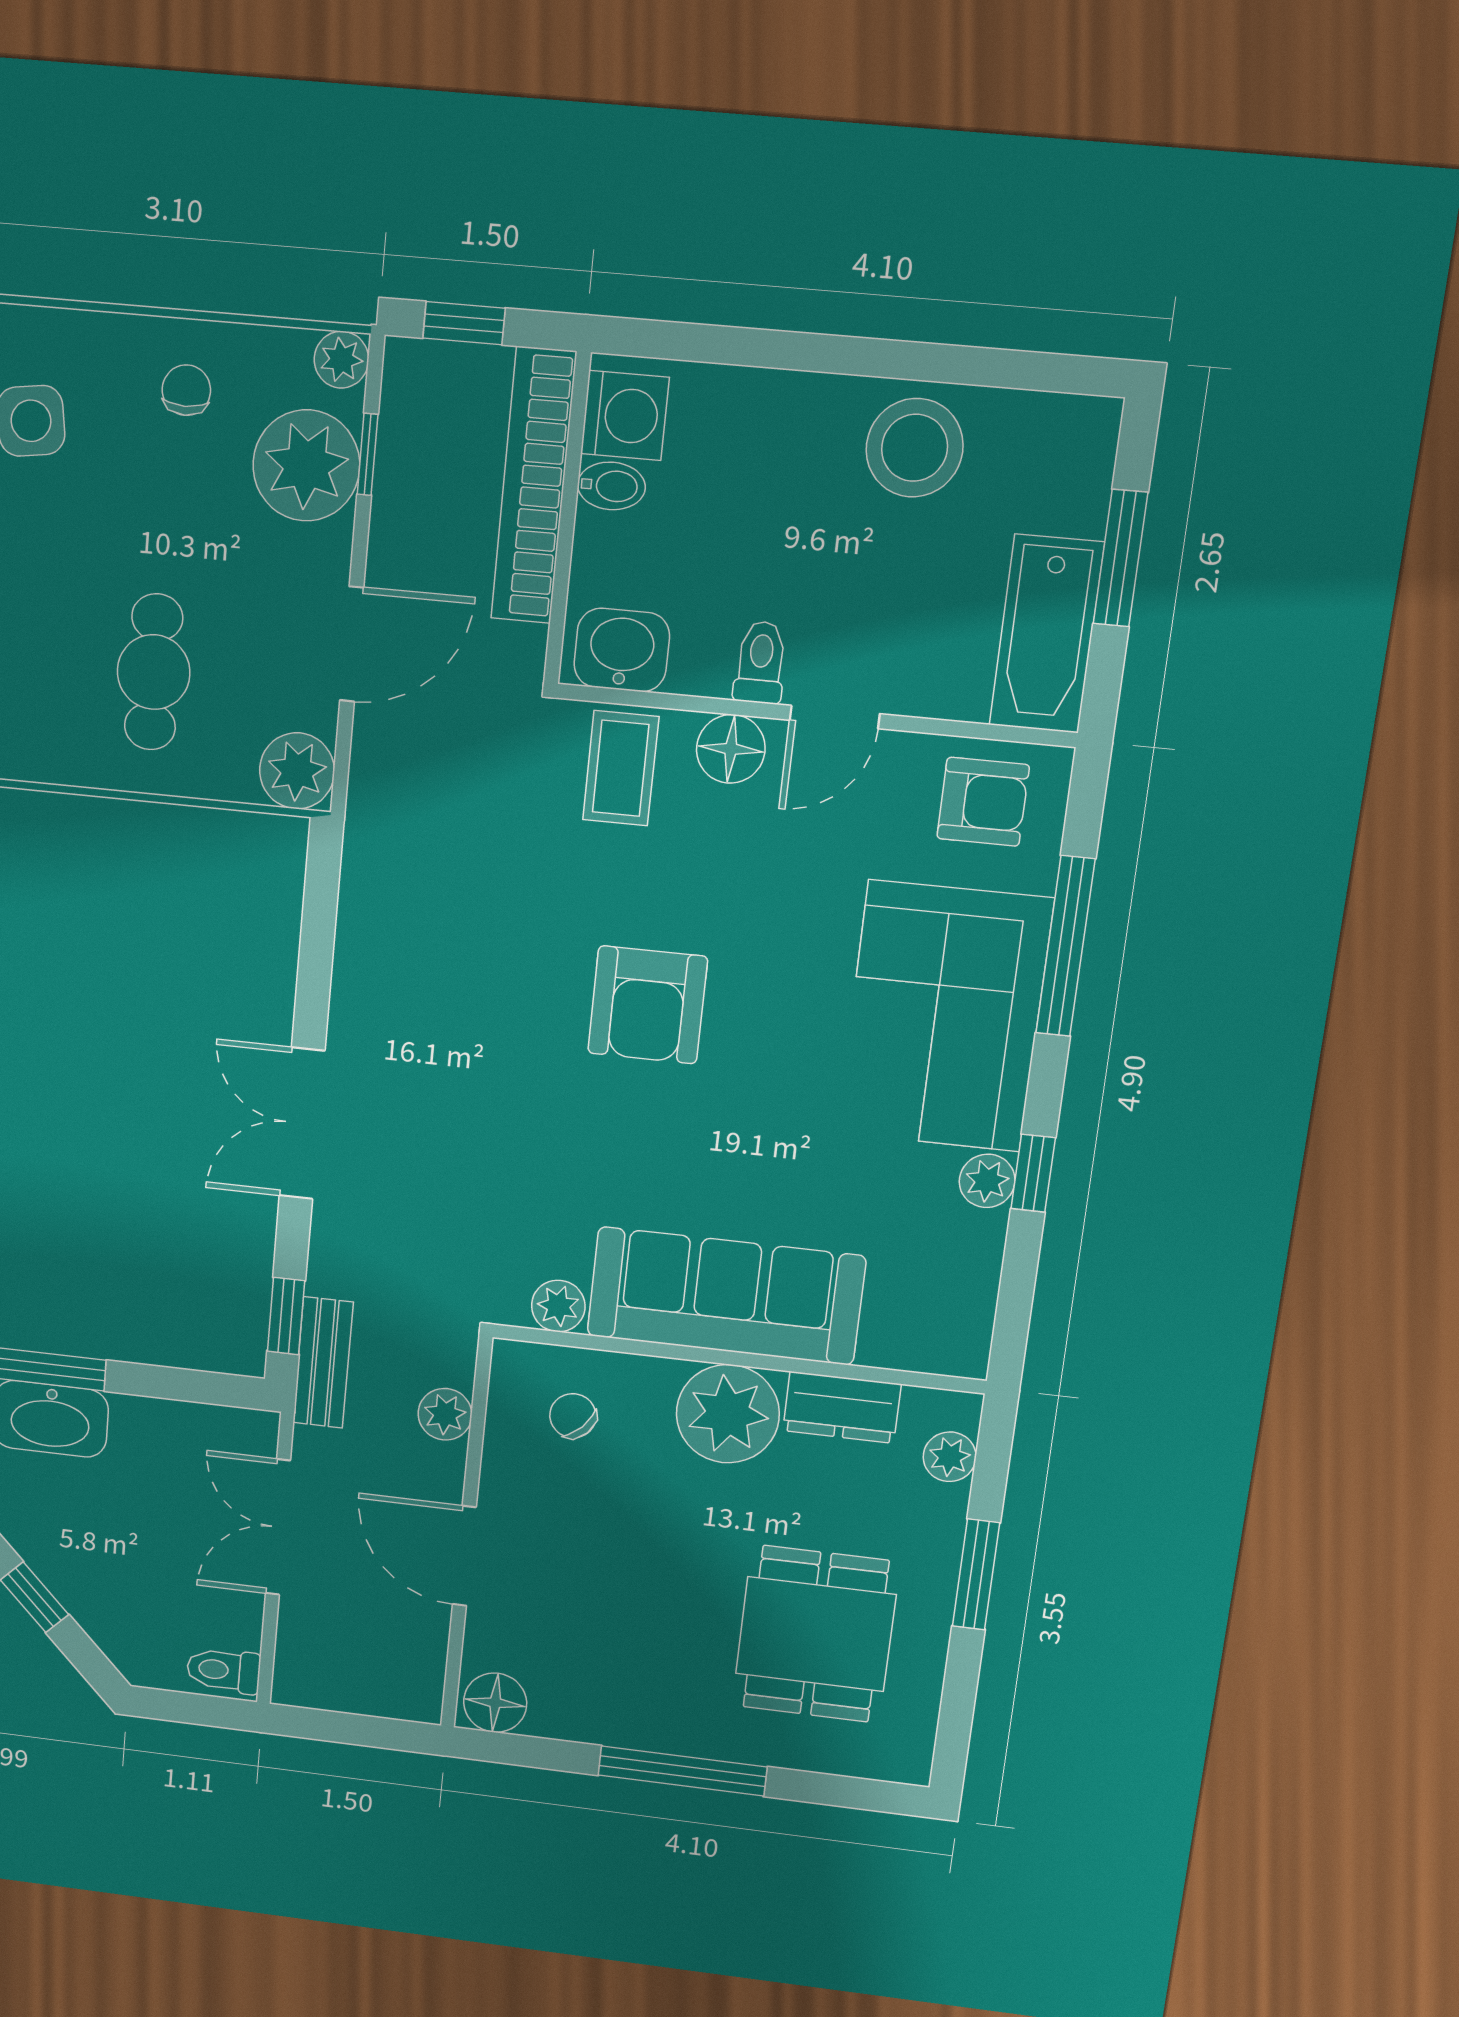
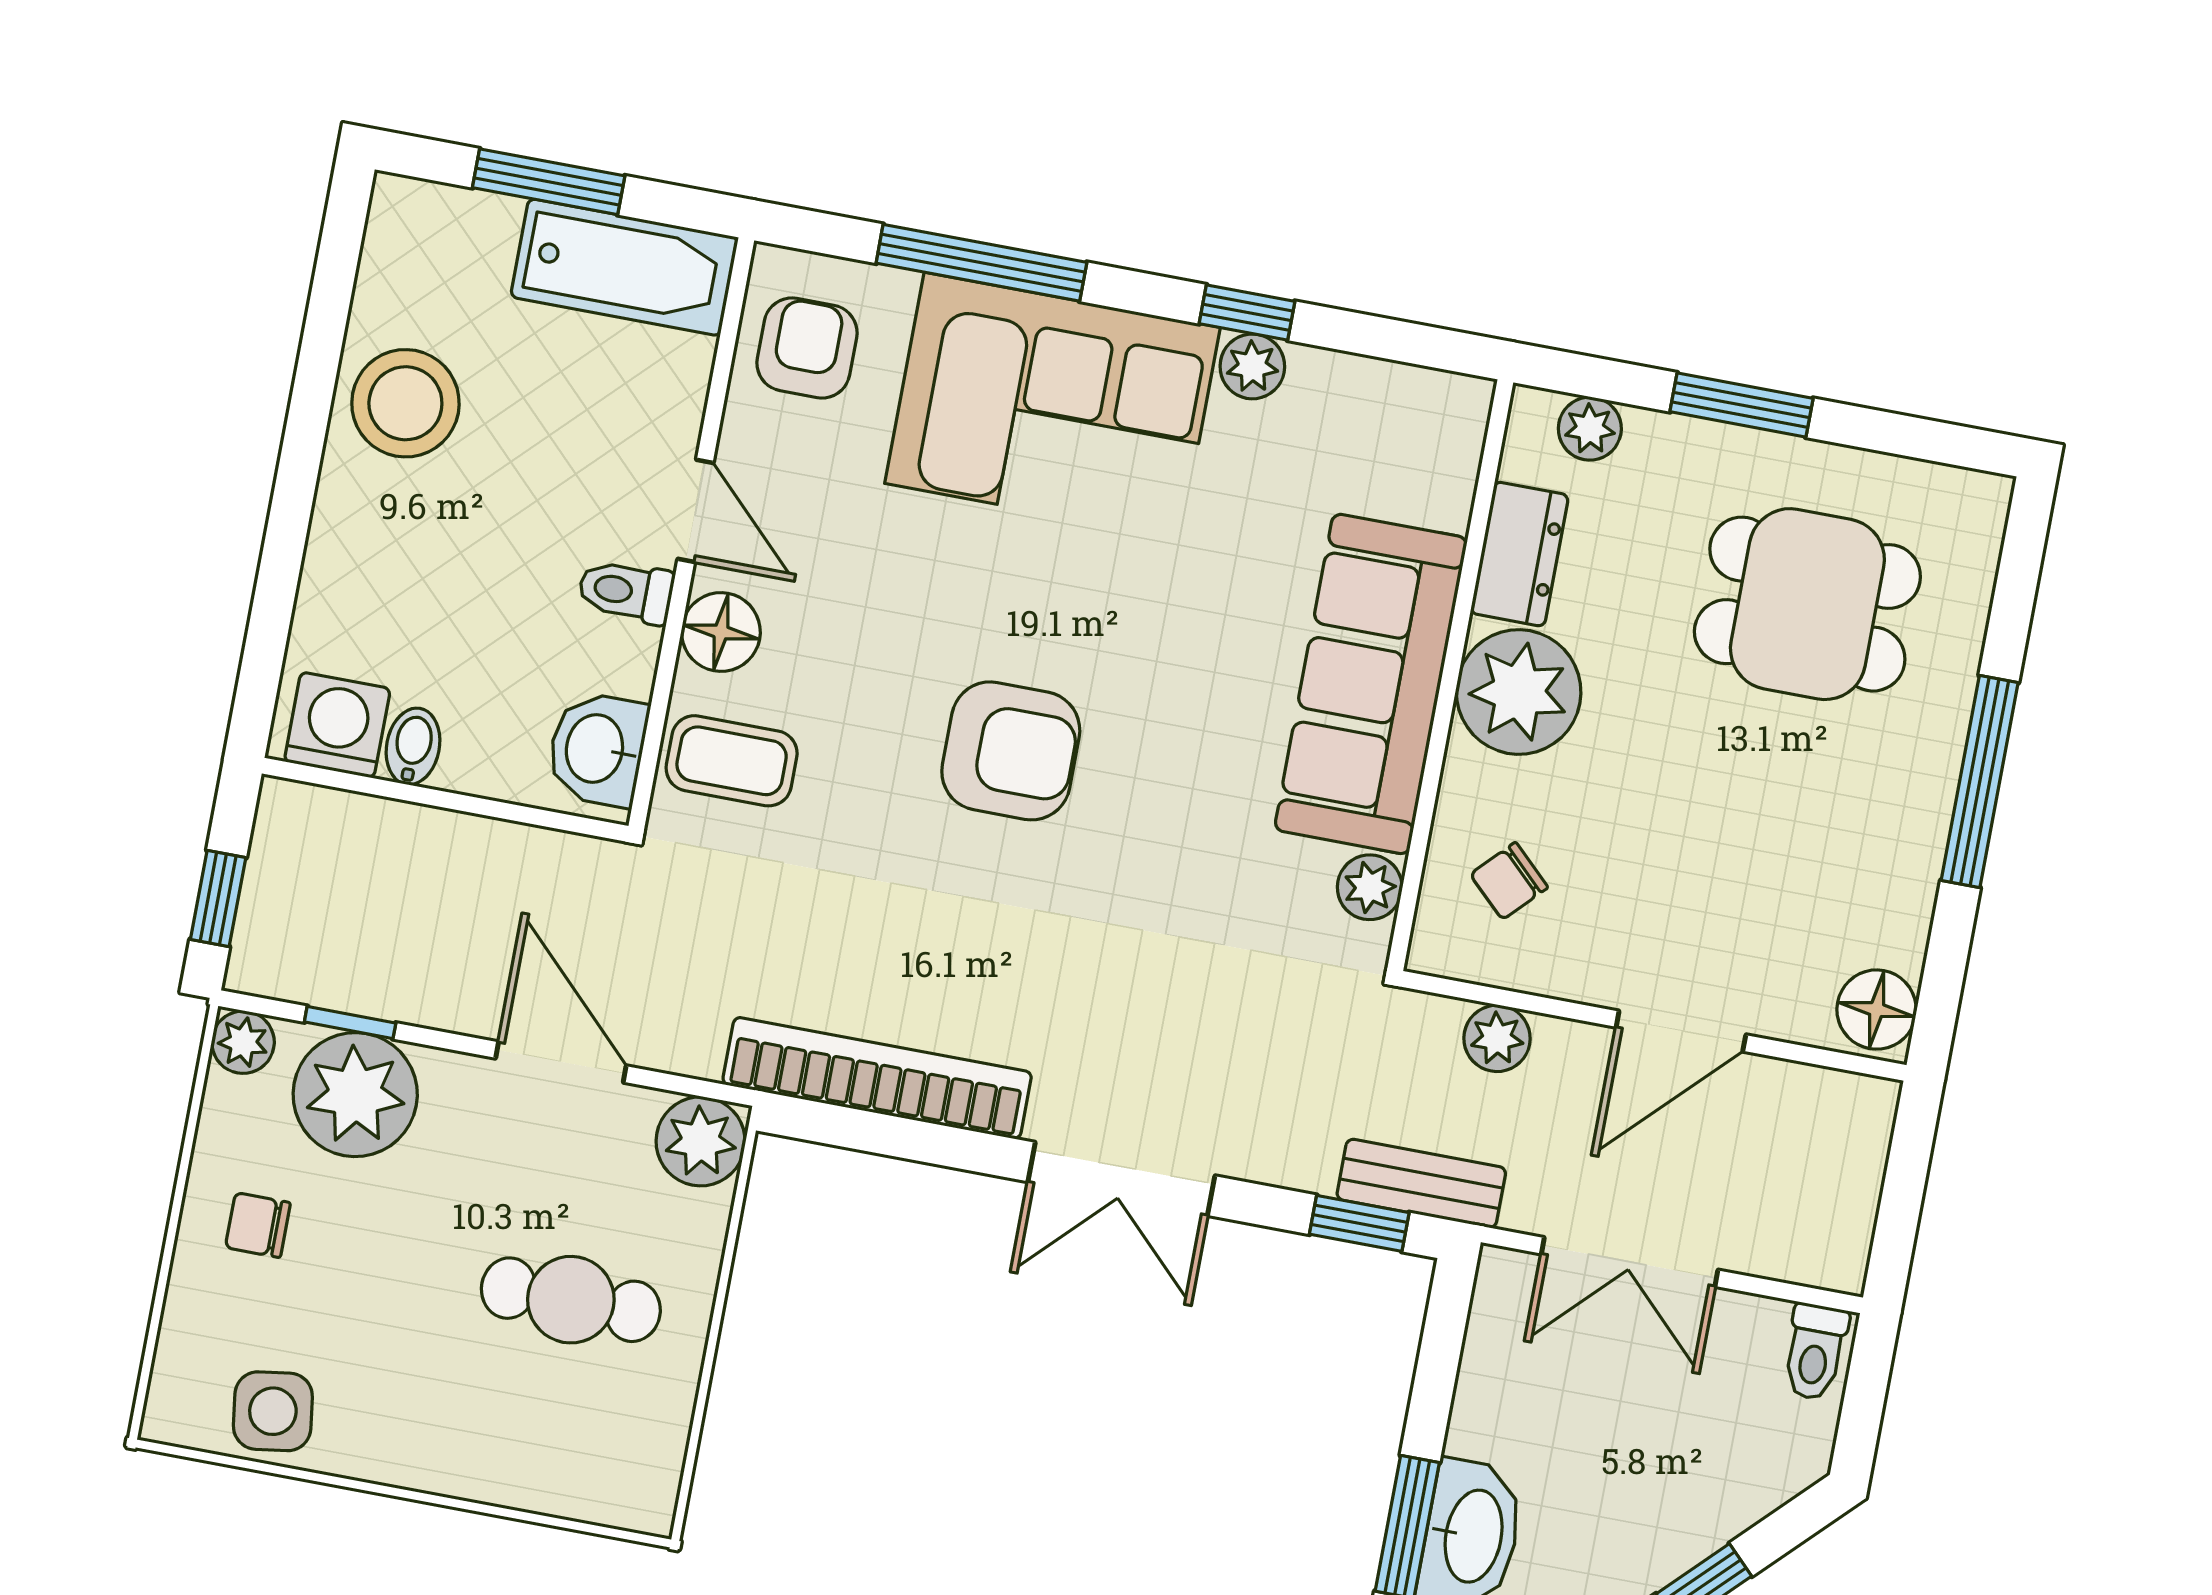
bookcase: (534, 486) -> (877, 1078), moved, turned 180

